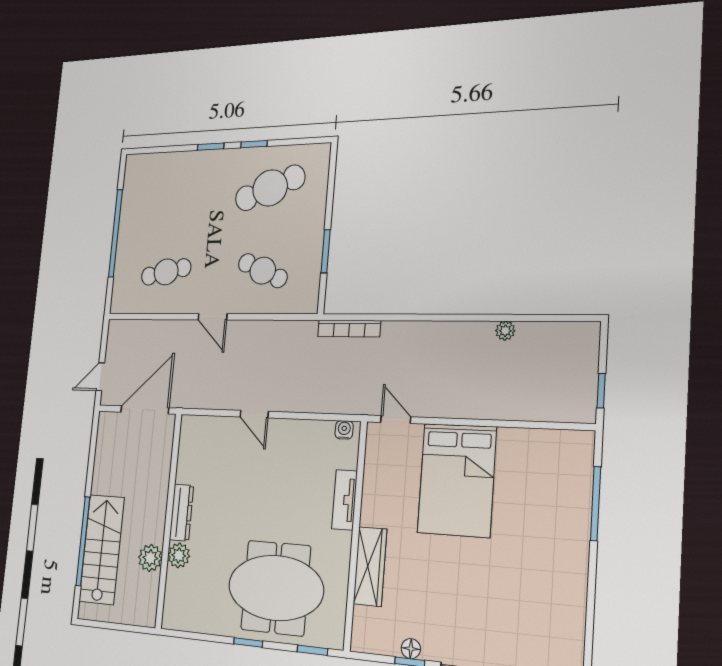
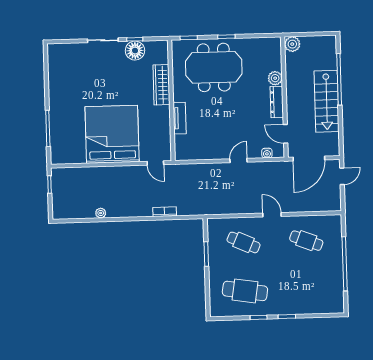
cafe table: (270, 188) -> (245, 291), turned 30
cafe table: (166, 272) -> (306, 241), turned 33
bookcase: (349, 329) -> (165, 212), moved, width x0.64
door: (254, 414) -> (239, 161), hinge flipped
water cooler: (344, 430) -> (267, 153), moved
door: (175, 455) -> (286, 134), added
bed: (457, 480) -> (112, 134), width x1.36
stairs: (102, 549) -> (327, 101), moved
plant: (150, 558) -> (292, 44), moved
floor lamp: (411, 649) -> (135, 51), width x1.89, depth x1.89

